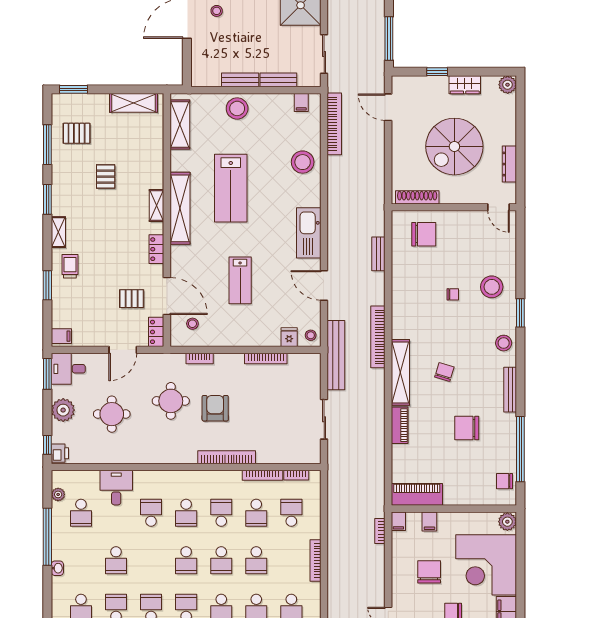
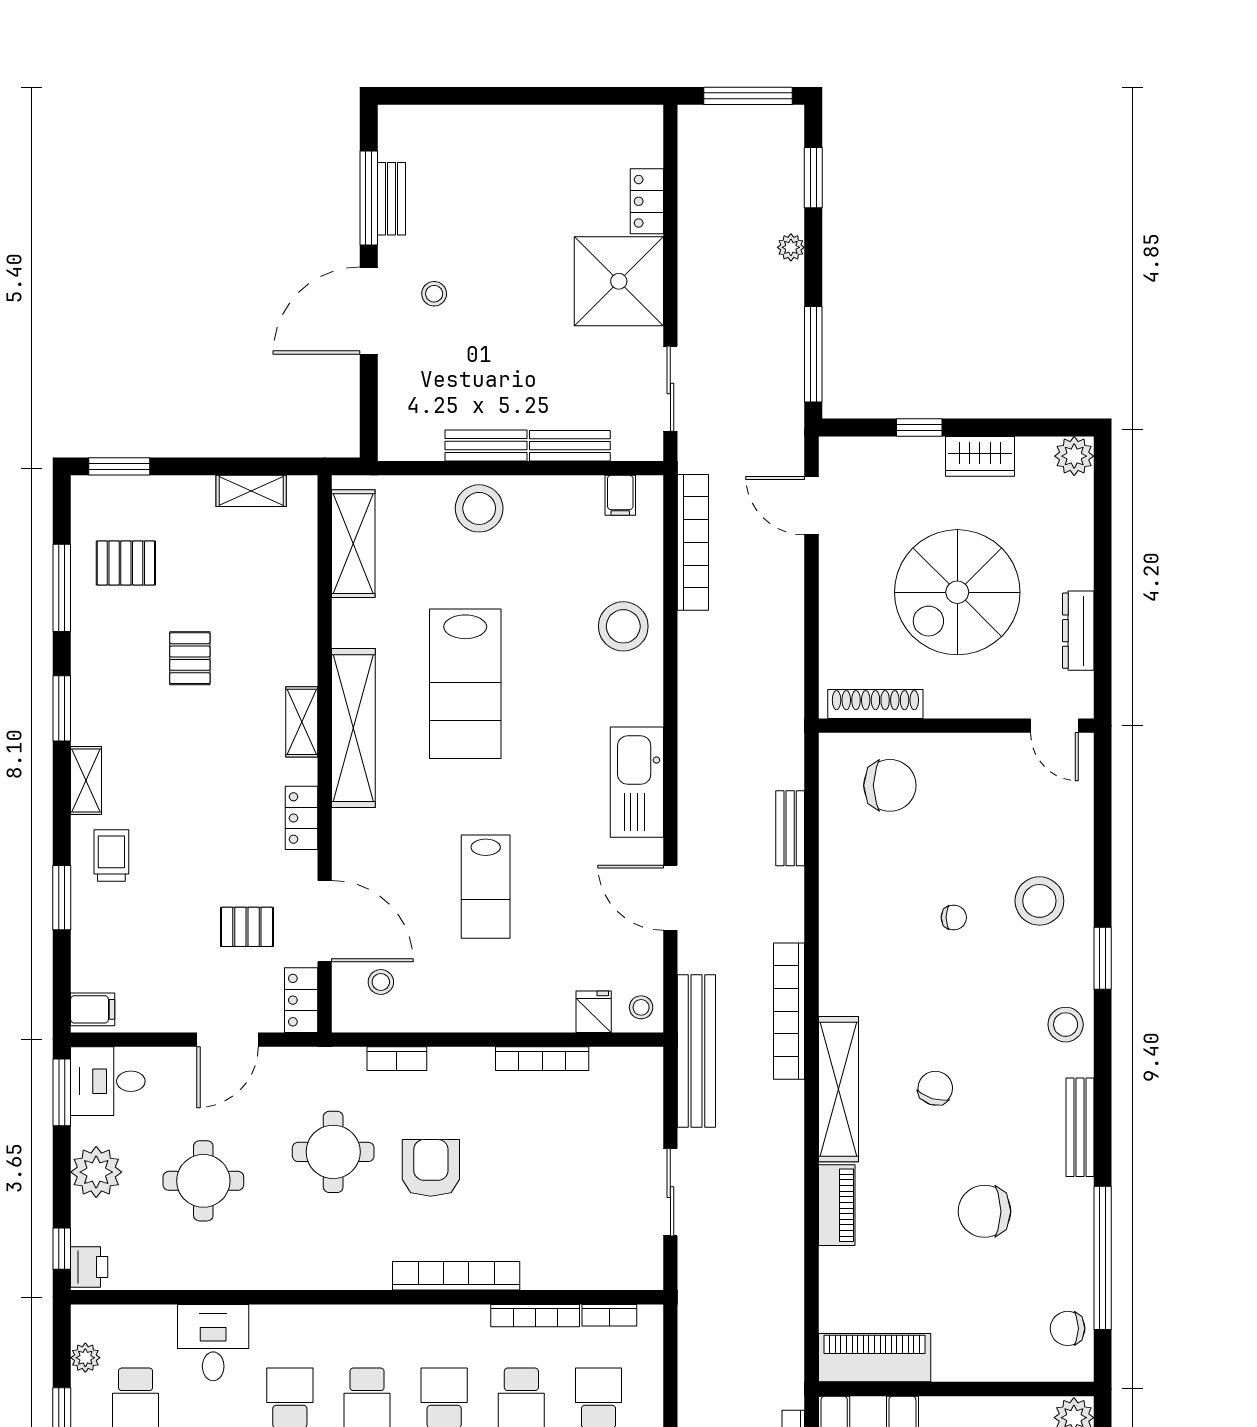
shelving: (133, 103) -> (251, 491), width x0.67, depth x0.75

